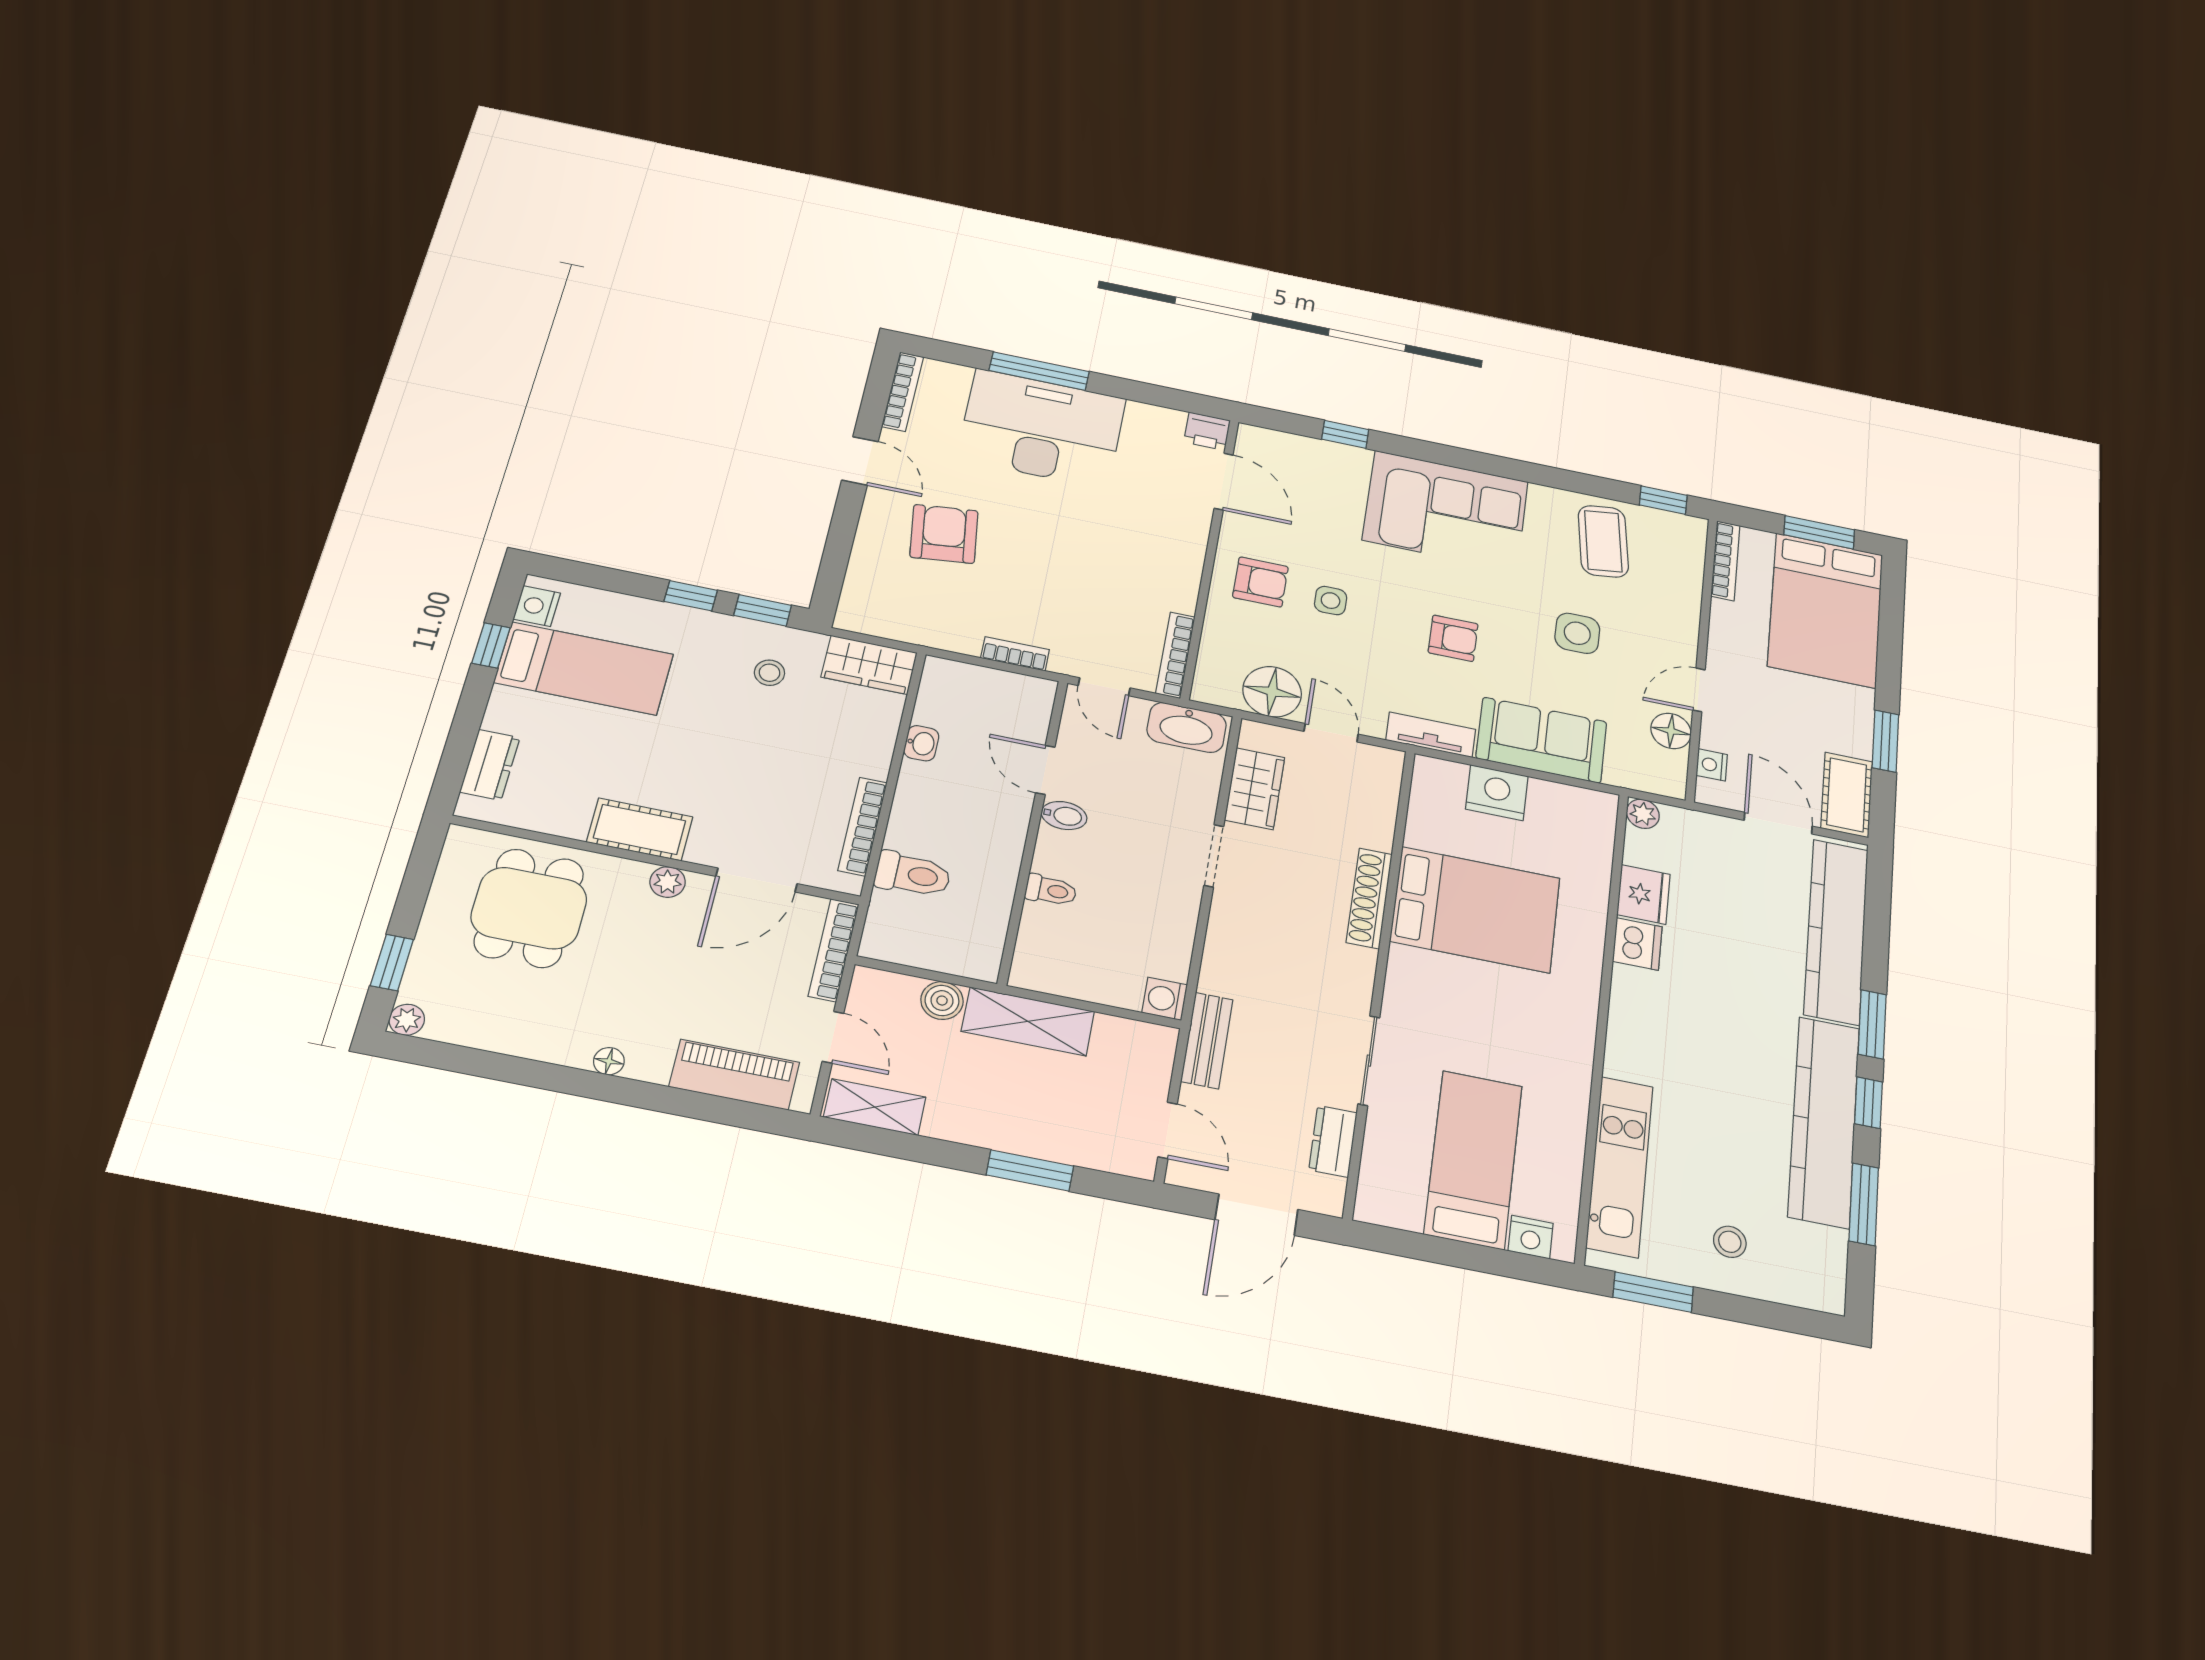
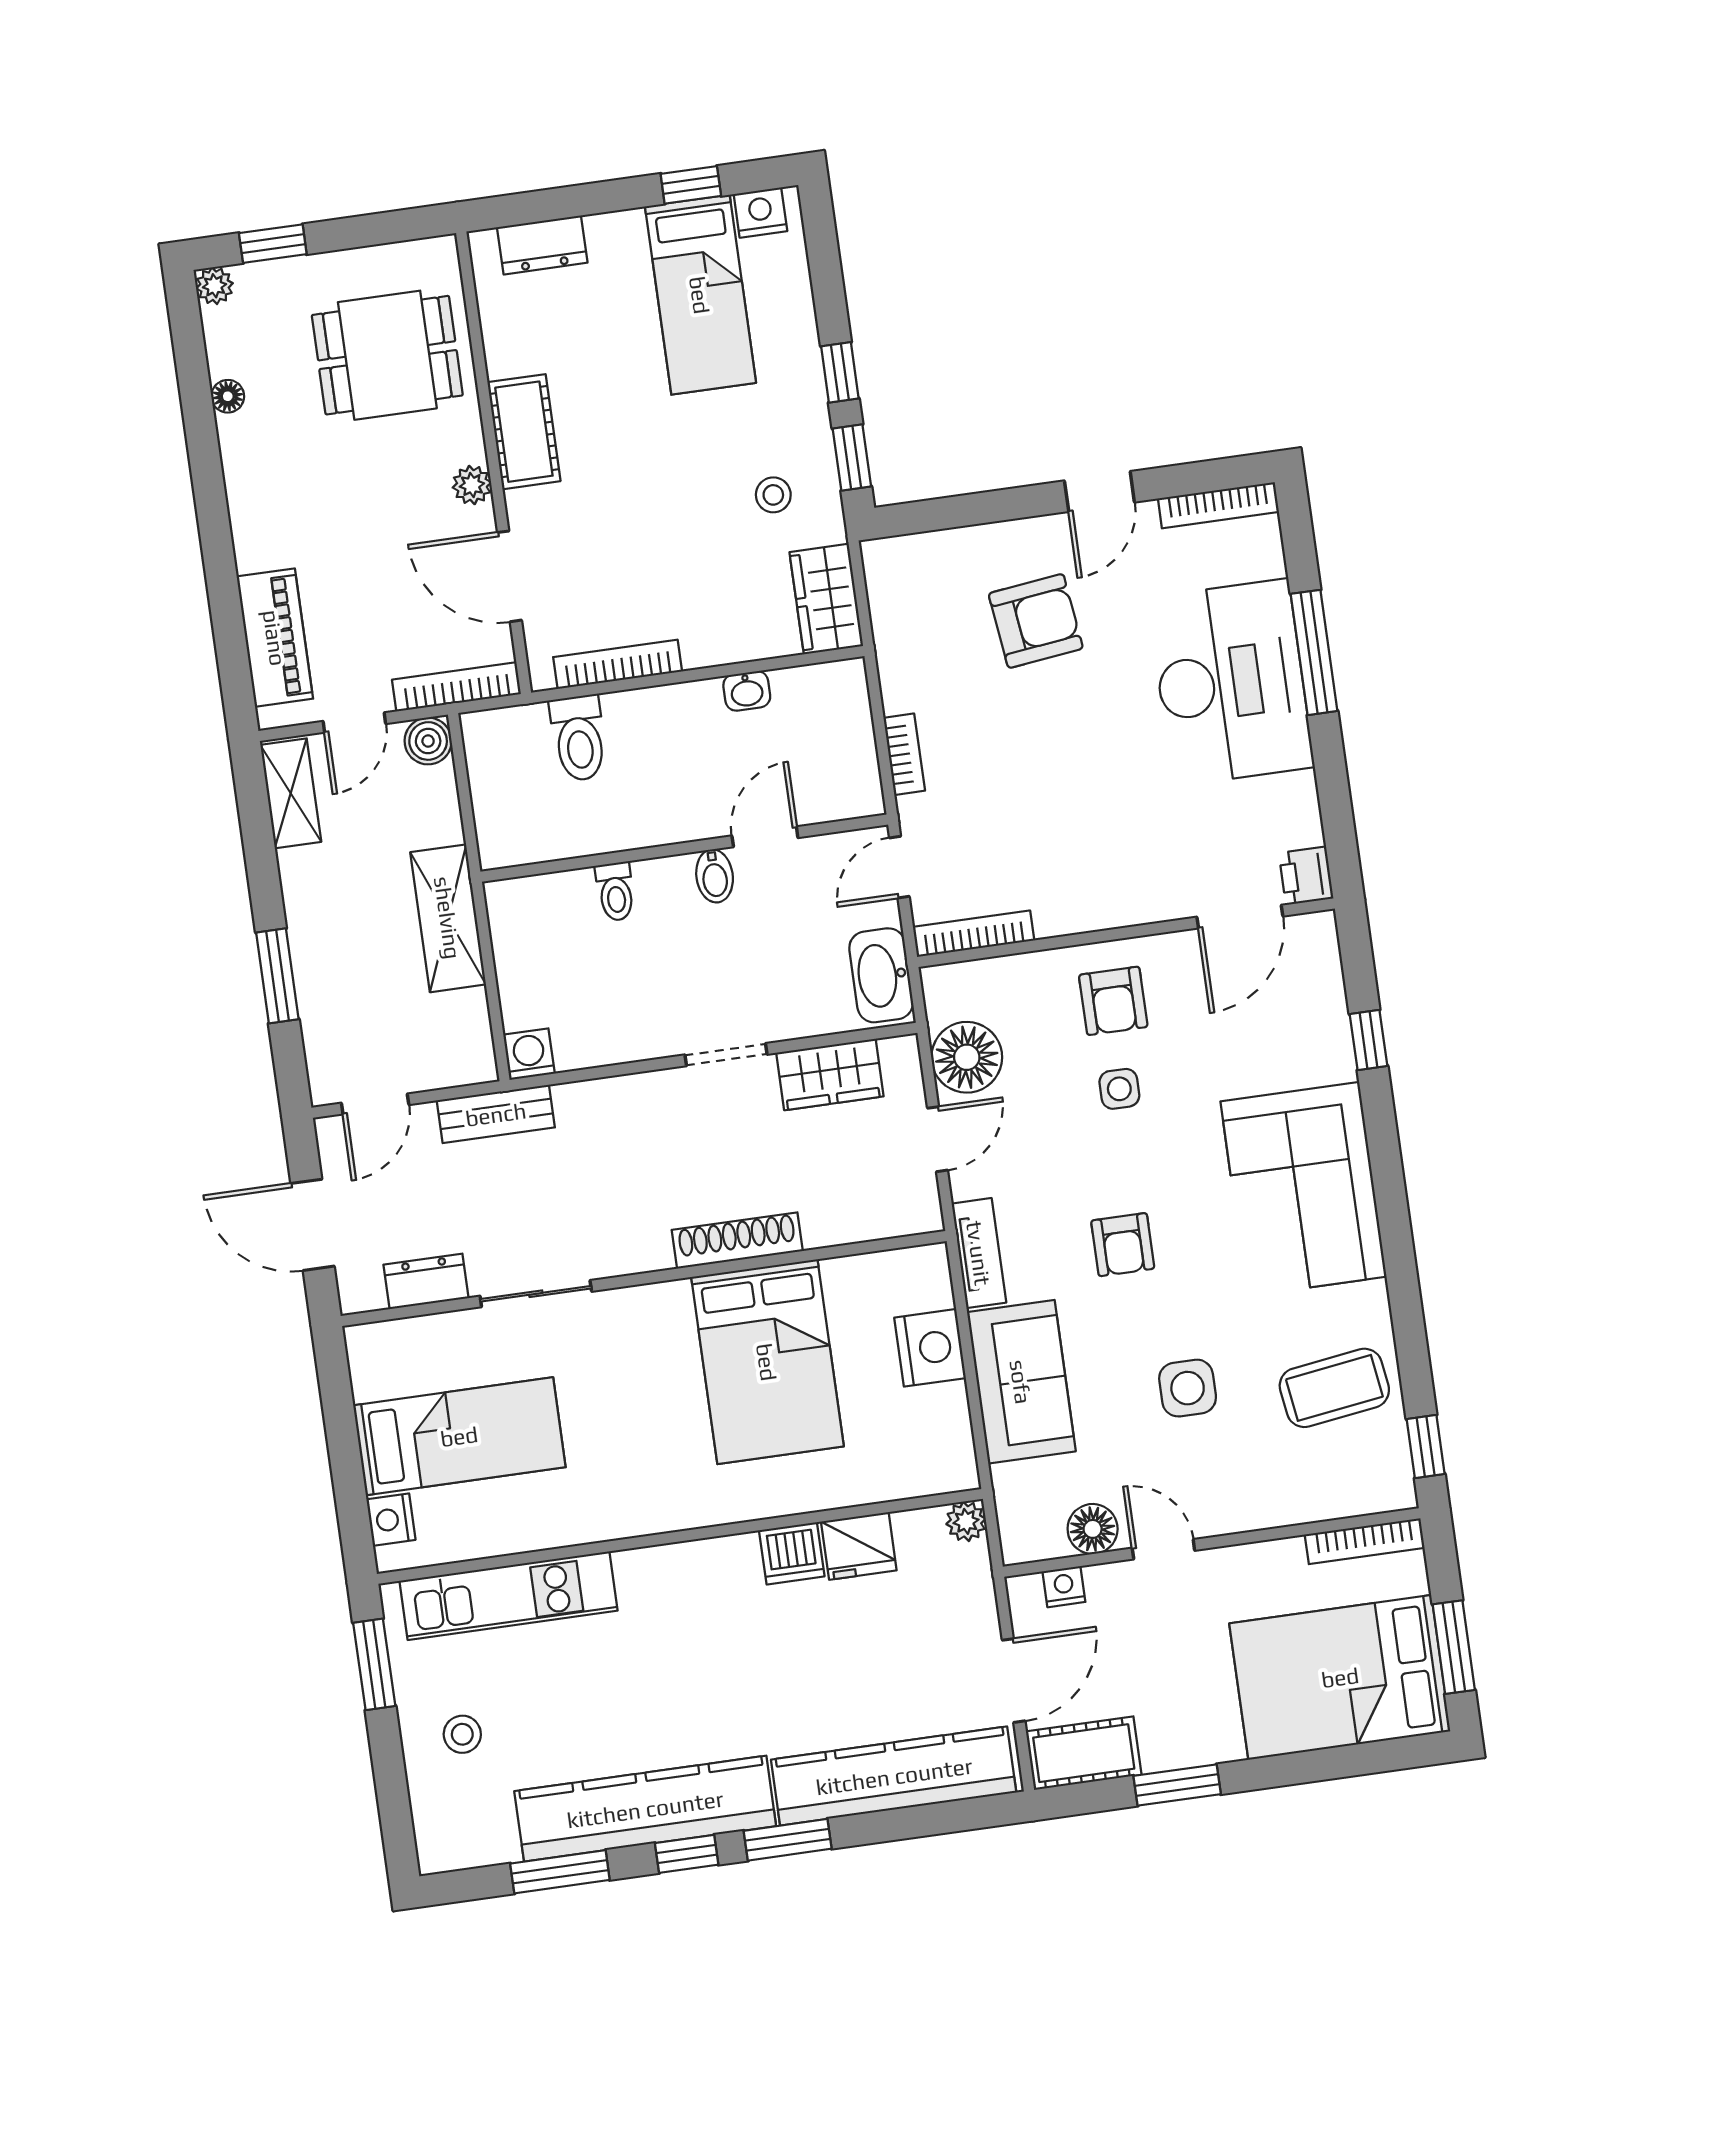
boiler: (942, 1001) -> (428, 741), moved
floor lamp: (609, 1061) -> (228, 396), moved

